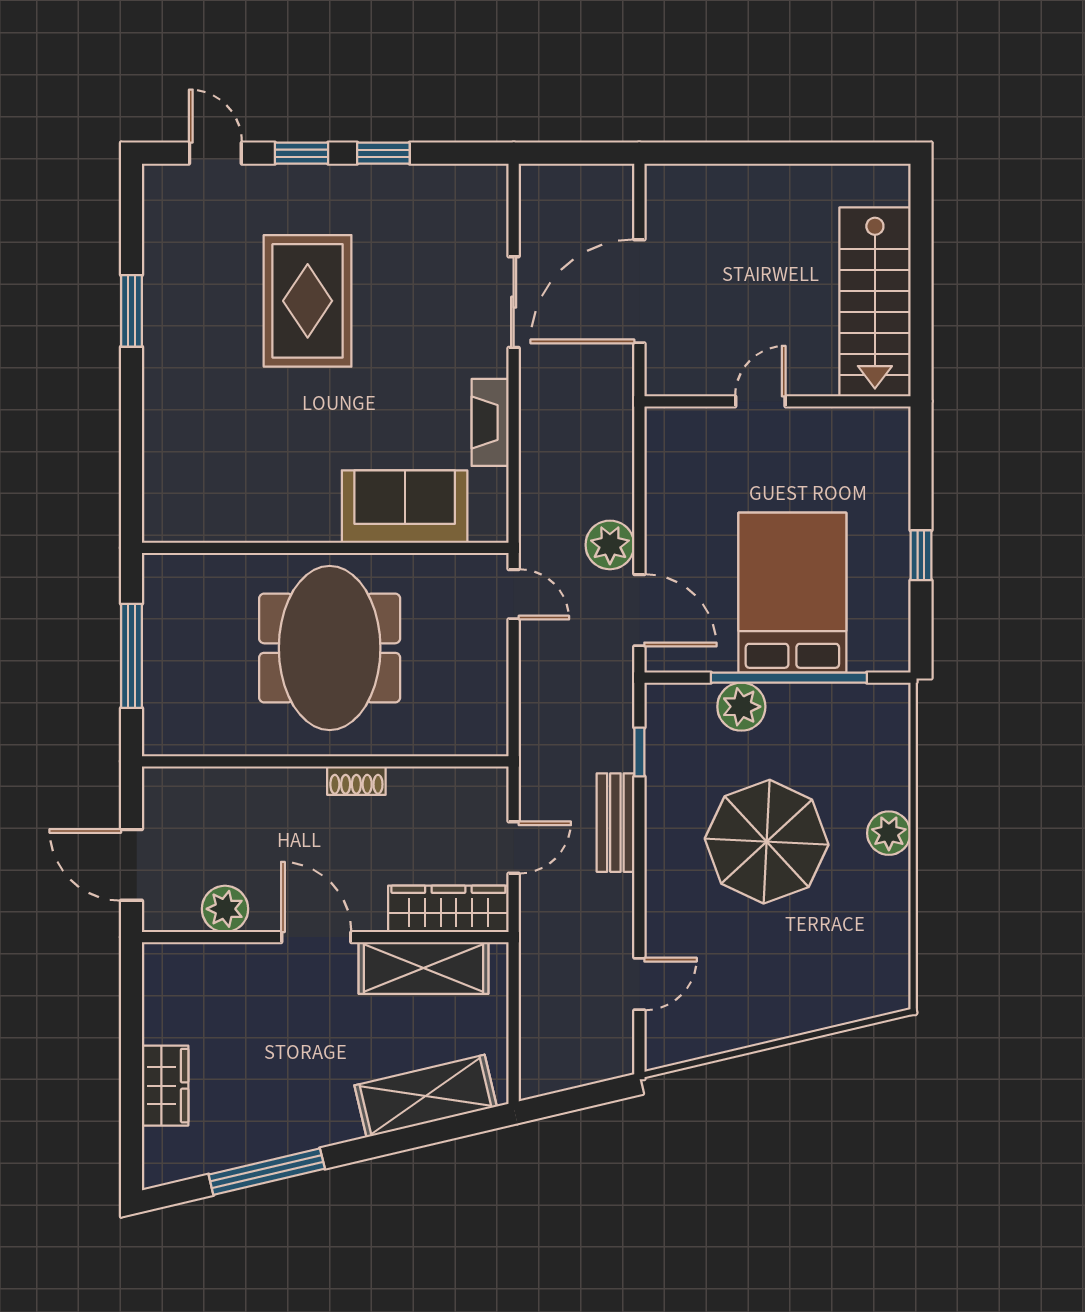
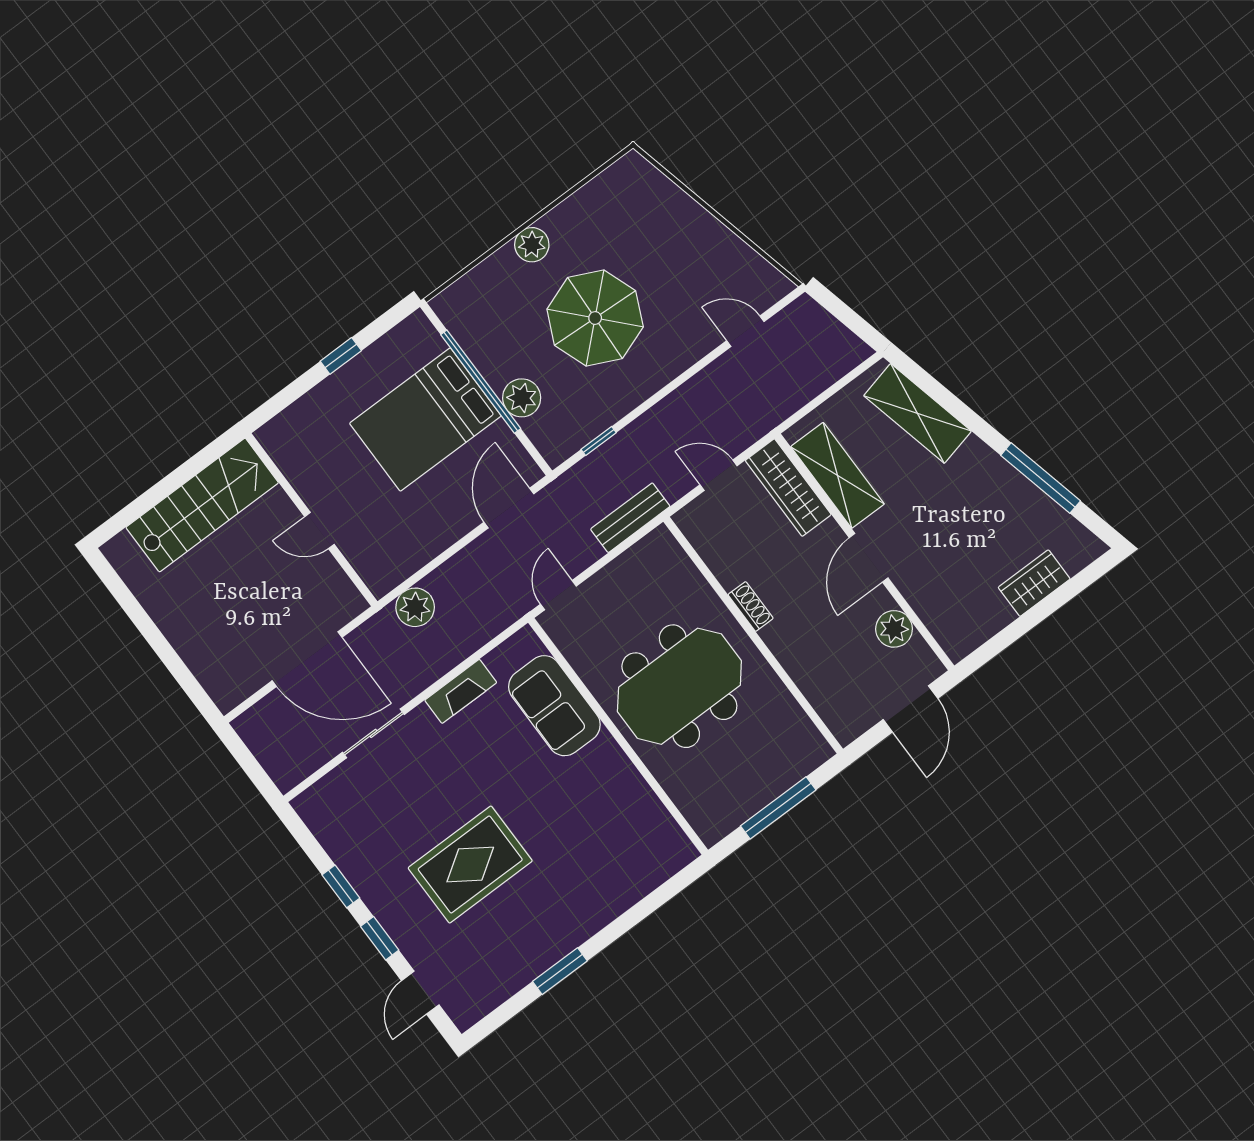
plant: (610, 545) -> (415, 607), moved
bench: (615, 823) -> (630, 518), moved

